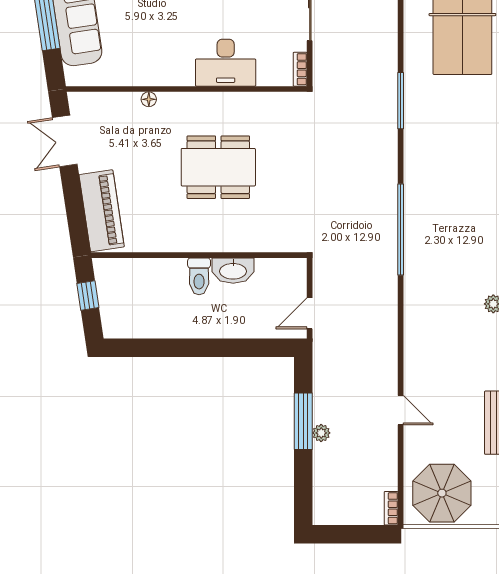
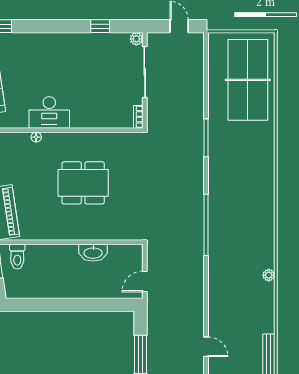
desk: (226, 63) -> (49, 112), moved
toilet: (199, 276) -> (17, 257), moved
plant: (321, 433) -> (153, 362), removed

